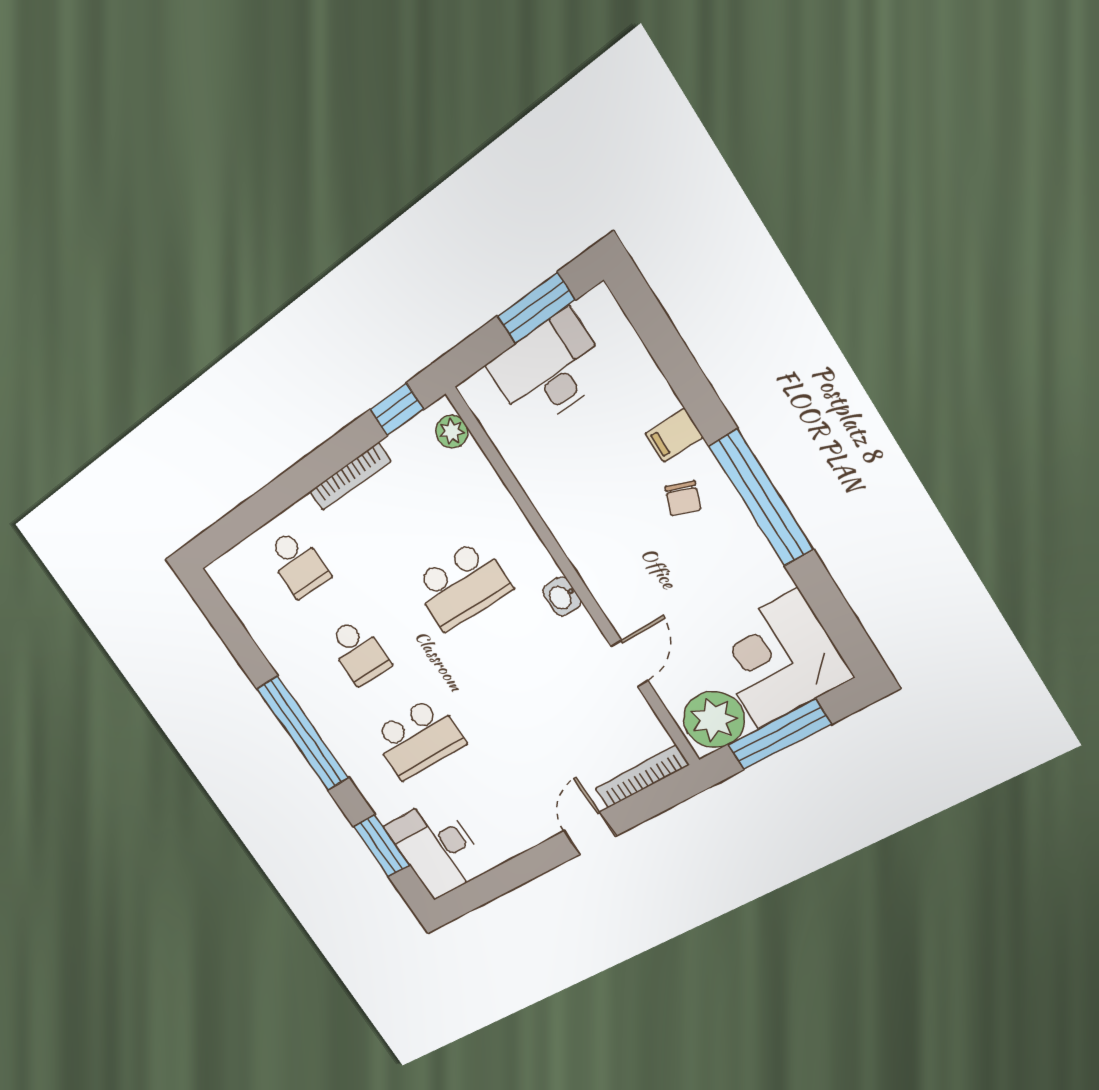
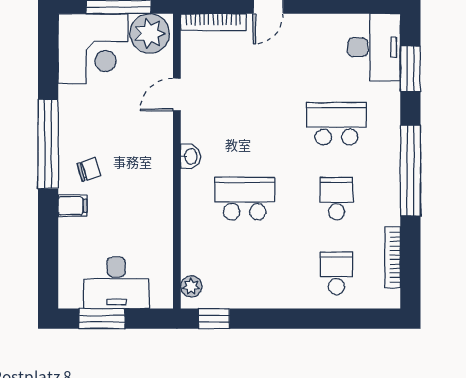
bookcase: (350, 477) -> (393, 257), moved, turned -90
chair: (683, 498) -> (89, 170), turned 52

